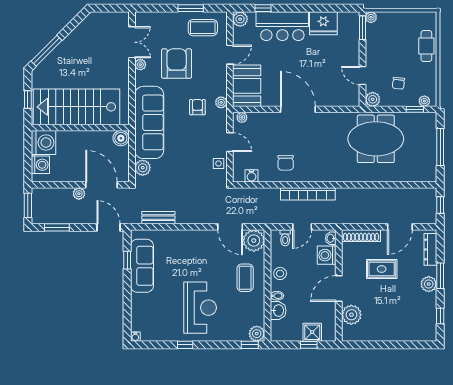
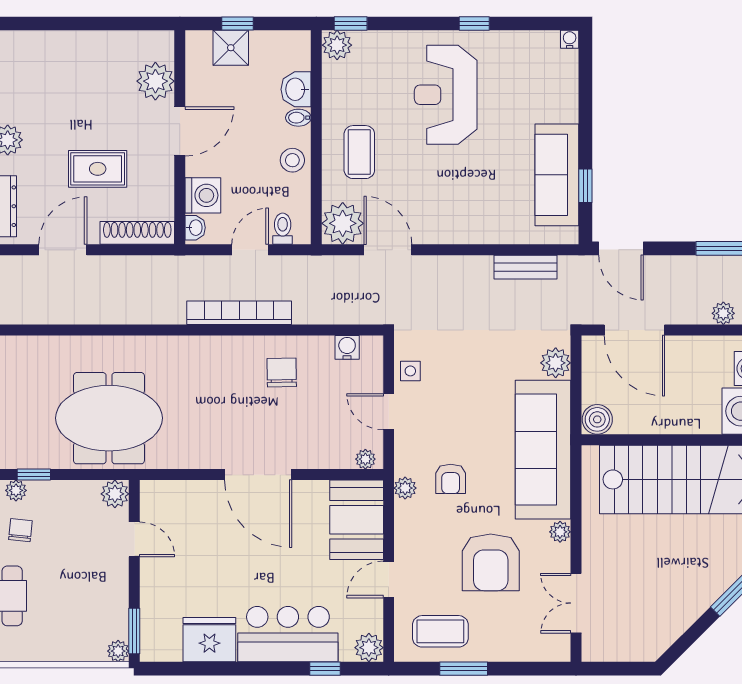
plant: (140, 65) -> (560, 532), moved
chair: (398, 83) -> (20, 530), moved
plant: (79, 194) -> (723, 313), moved

